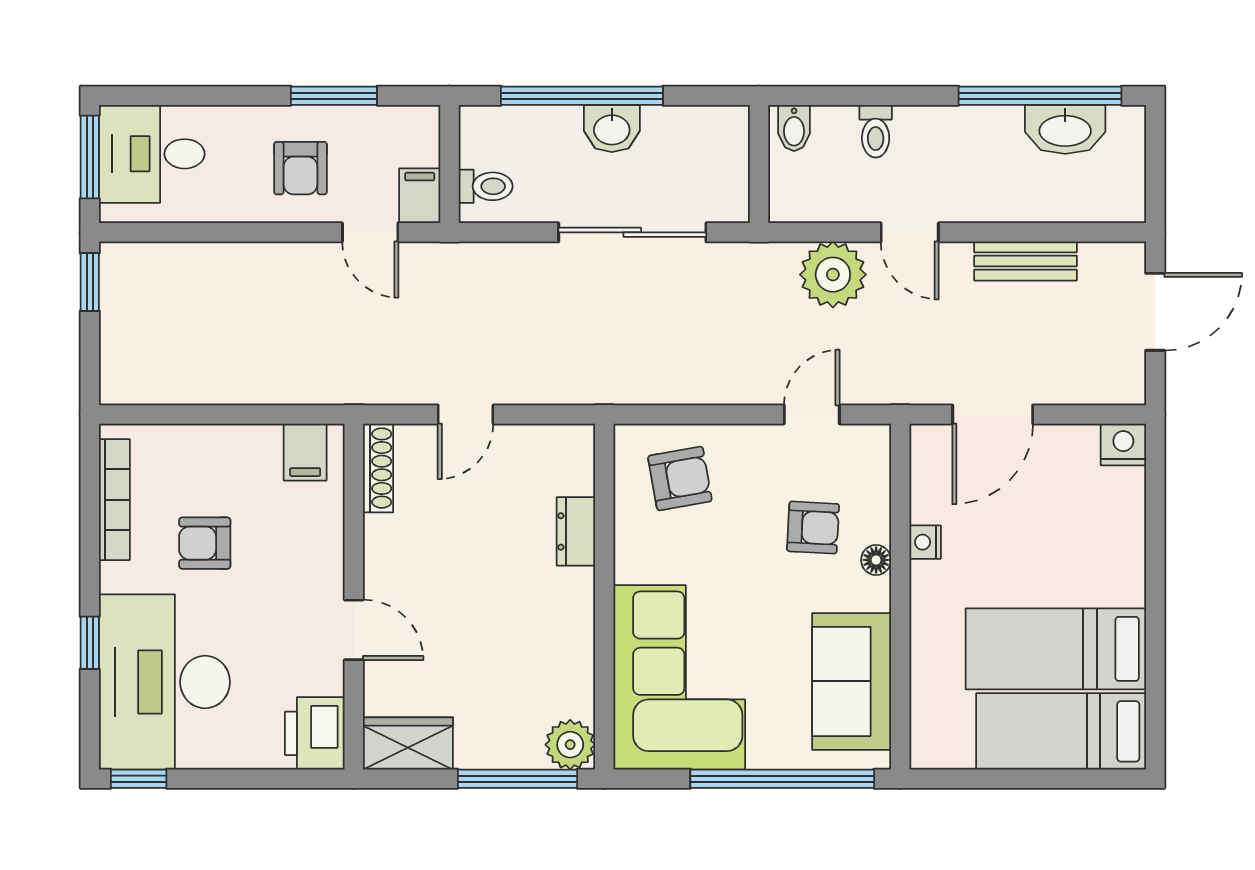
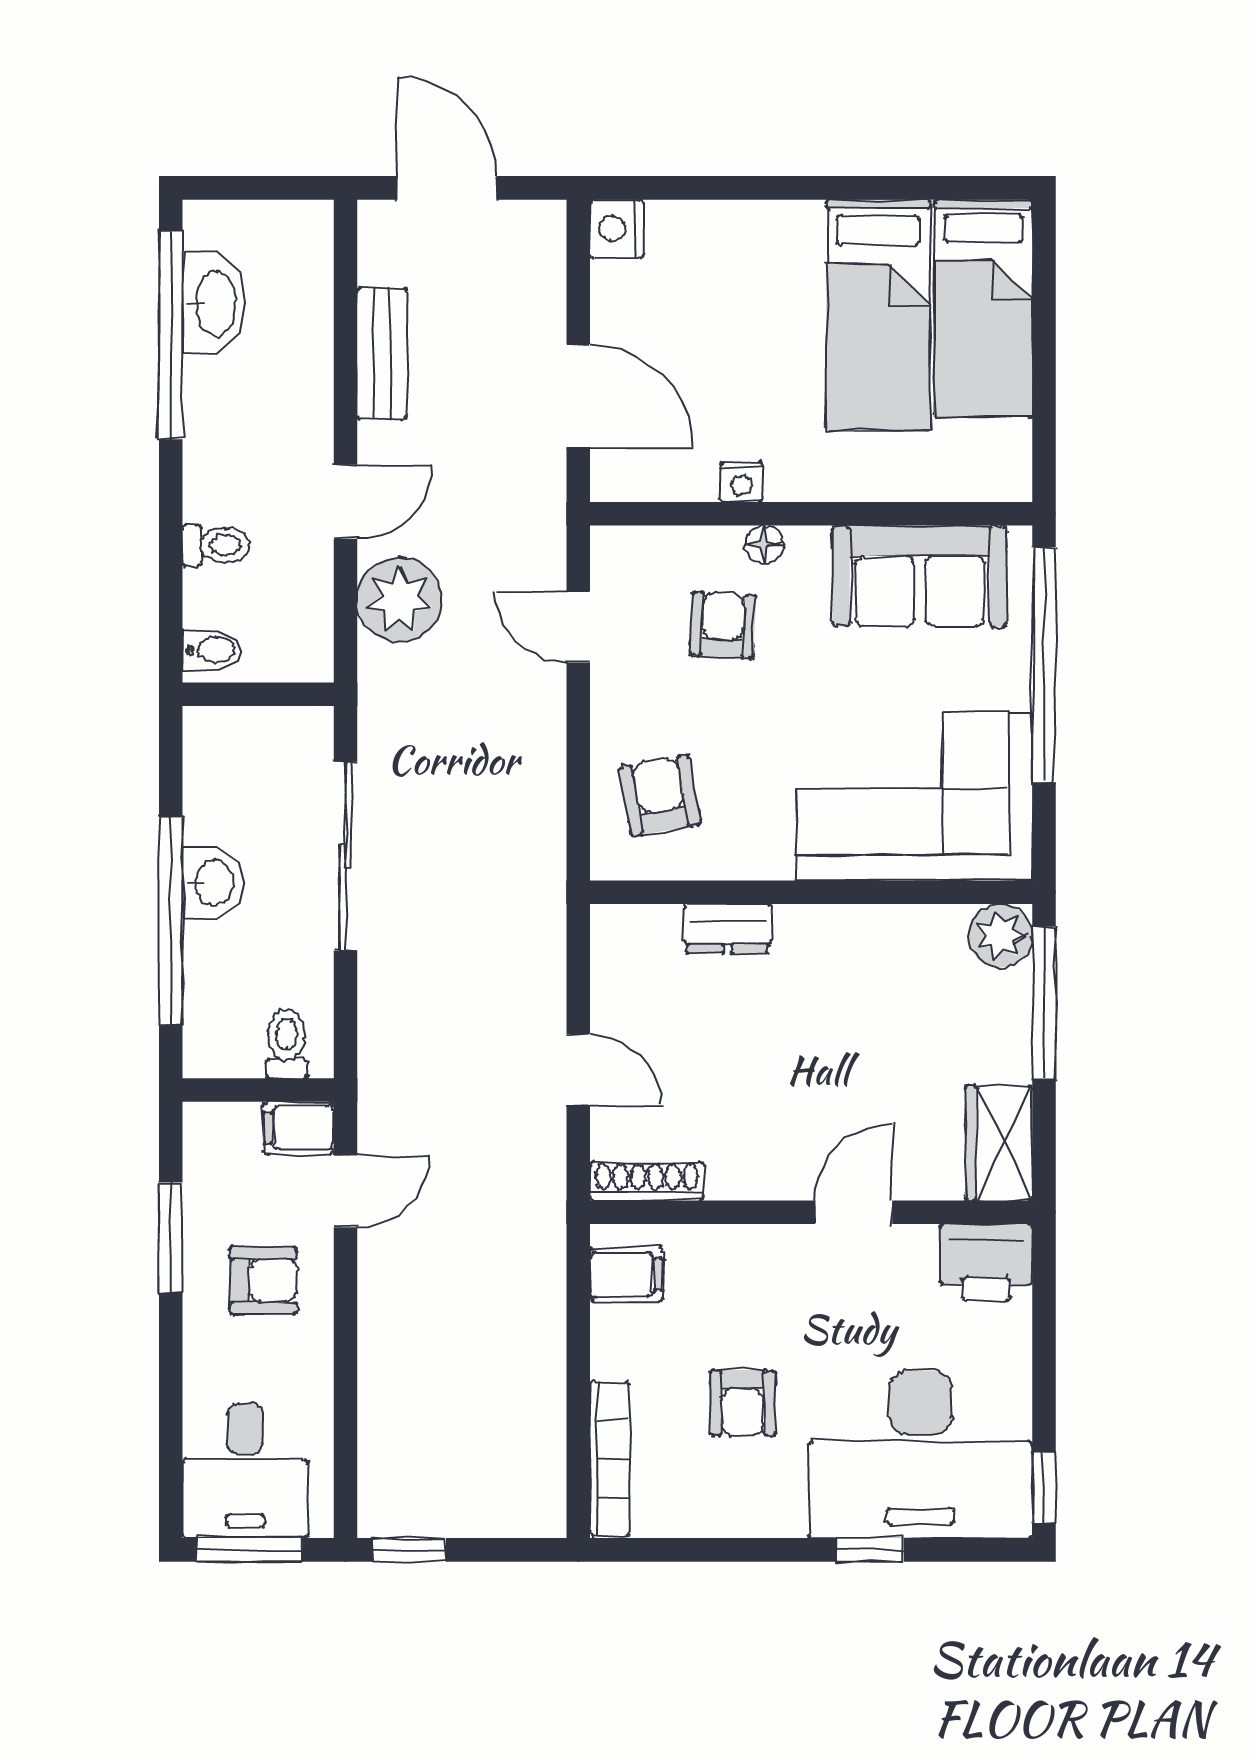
bookcase: (114, 500) -> (610, 1459), moved, turned 90

